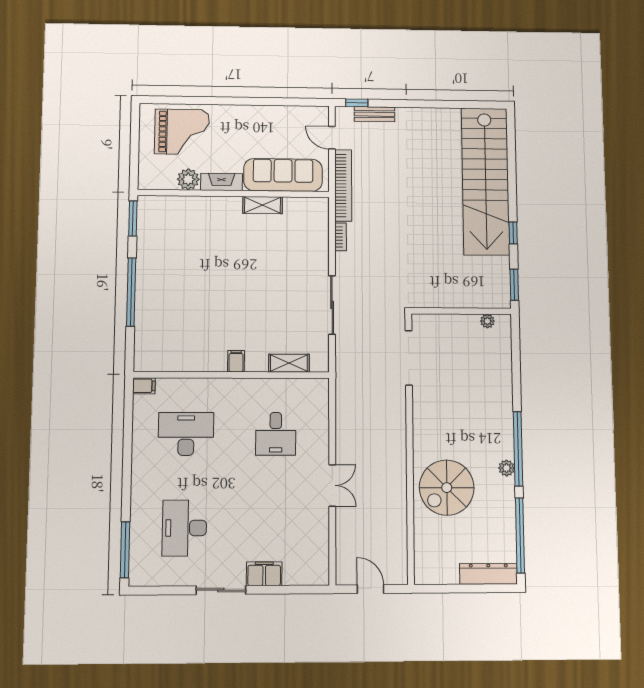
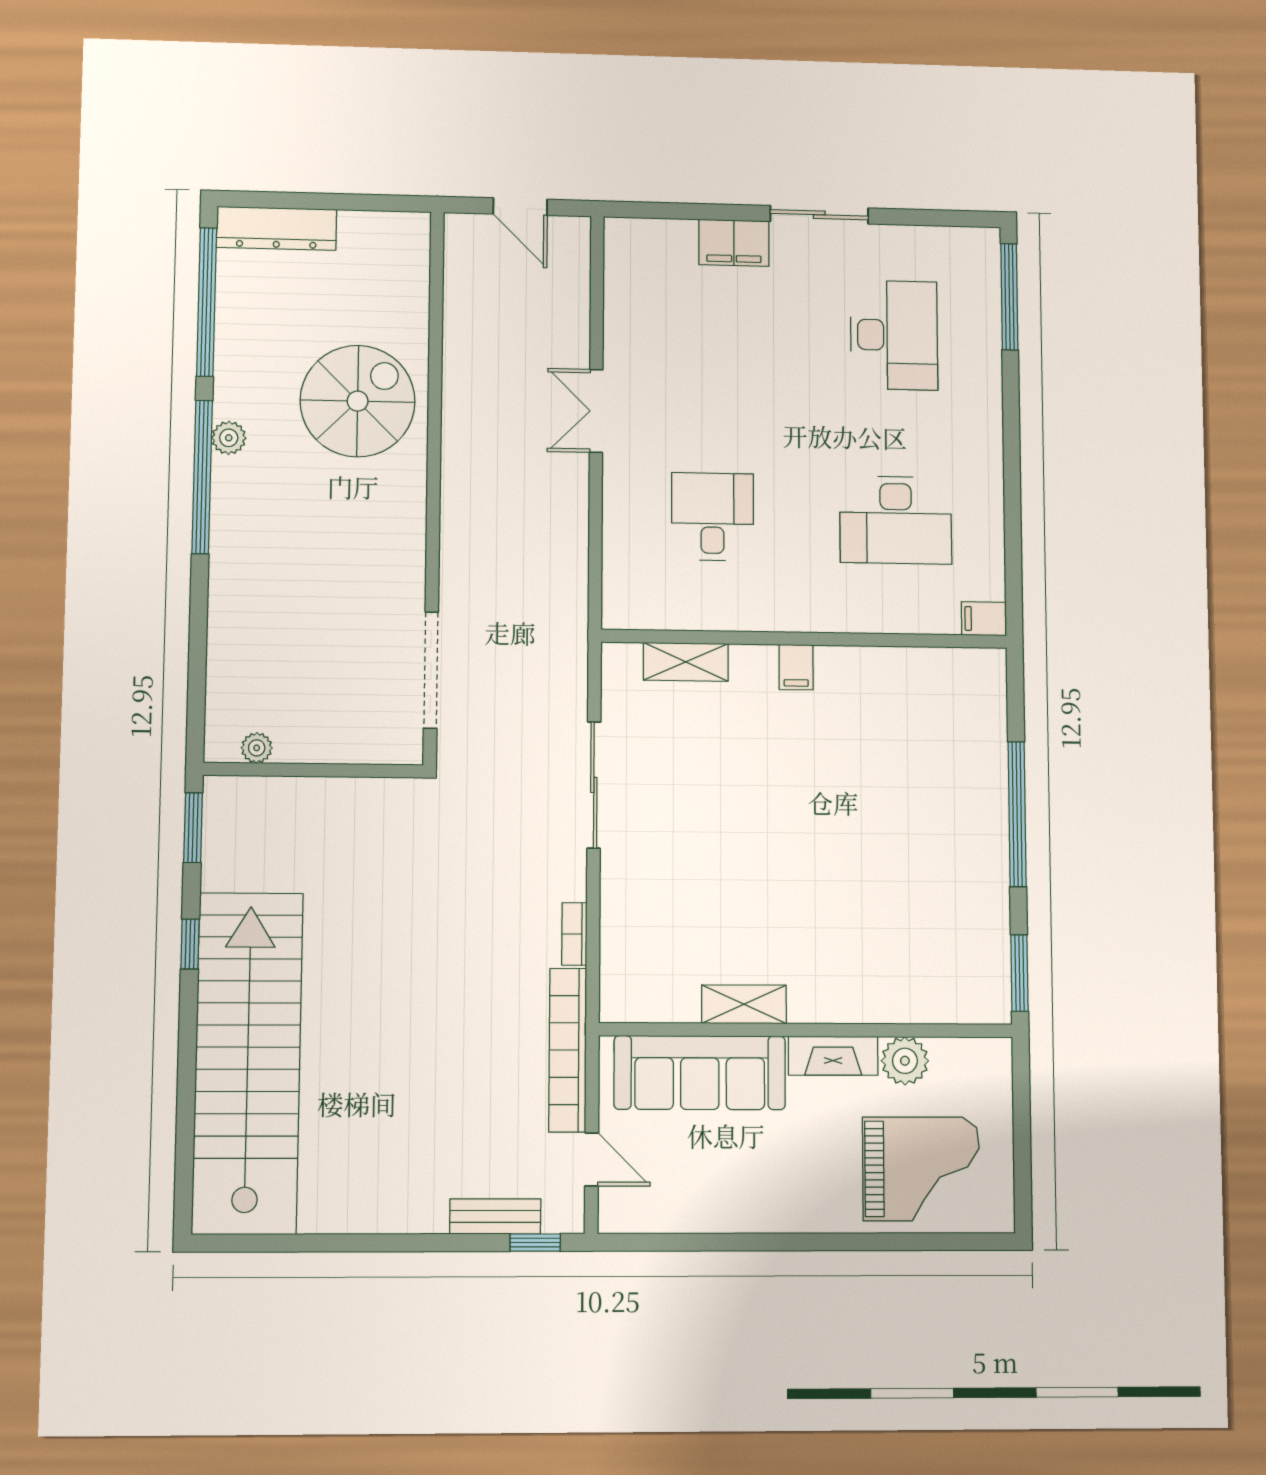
grand piano: (182, 132) -> (921, 1169), turned 180

